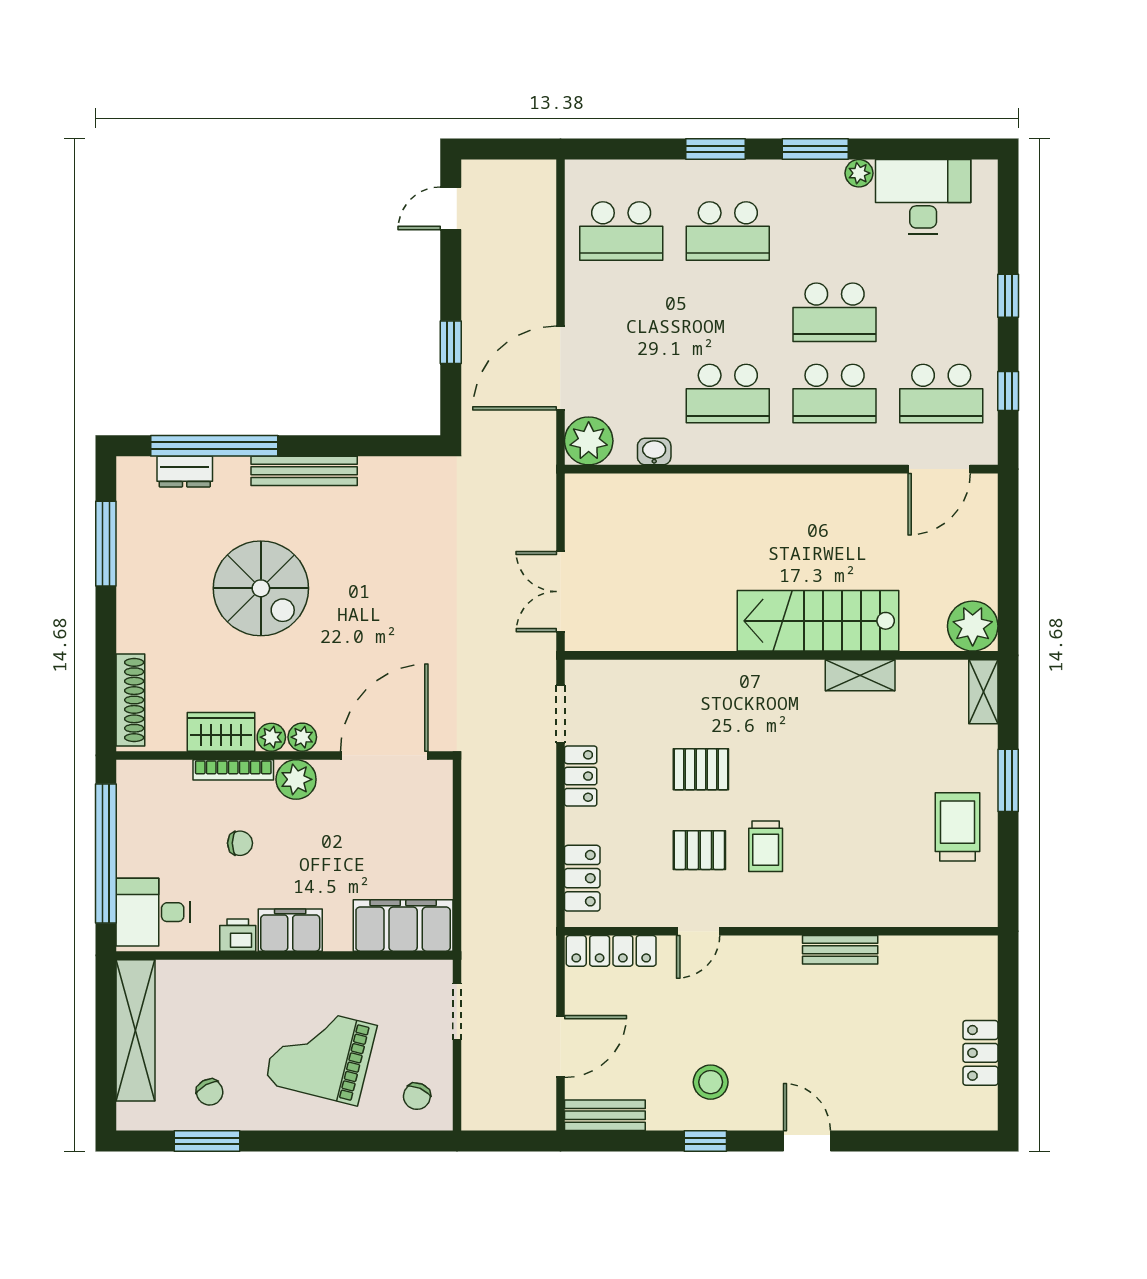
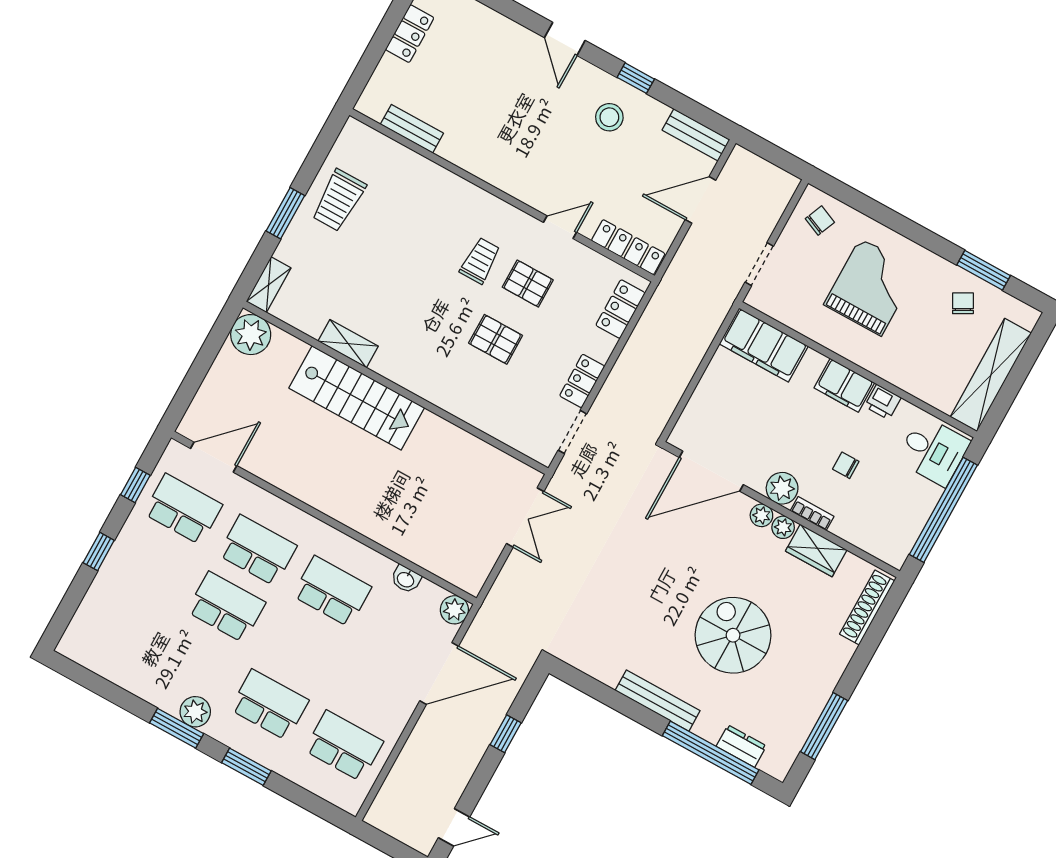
plant: (859, 173) -> (195, 712), moved, width x1.38, depth x1.38
desk: (923, 197) -> (120, 653), removed
plant: (589, 441) -> (454, 610), width x0.73, depth x0.73
bookcase: (233, 770) -> (812, 514), width x0.64
bench: (840, 950) -> (412, 129), moved
grand piano: (321, 1054) -> (871, 287), turned -104

